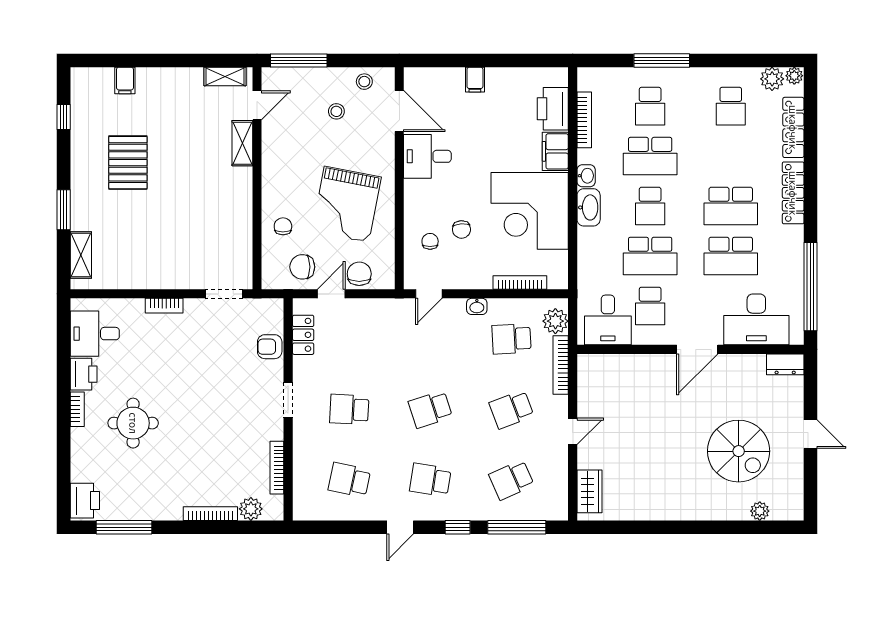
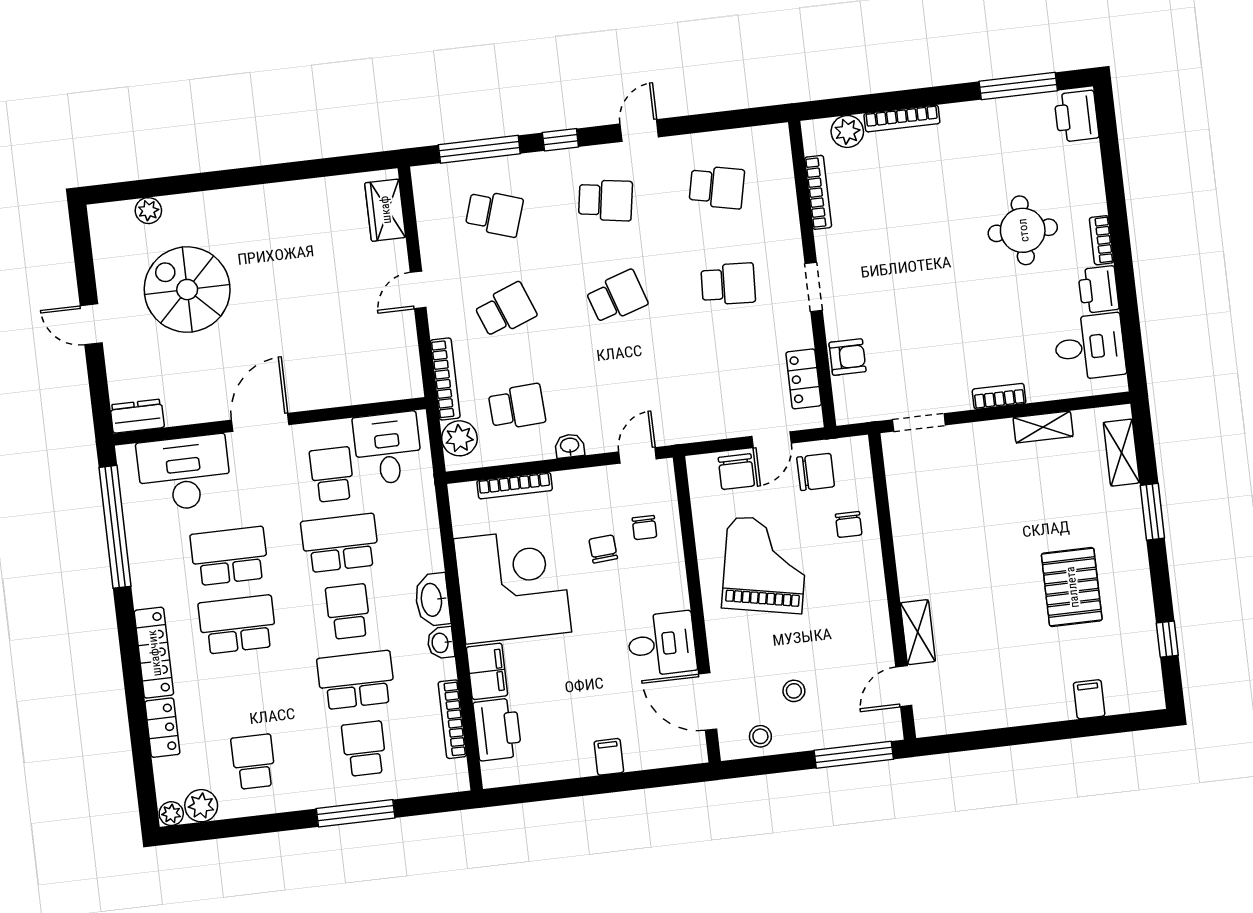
shelving: (225, 76) -> (1043, 427), moved
locker: (793, 127) -> (162, 728), width x0.66
school desk: (511, 480) -> (494, 213), turned 42

